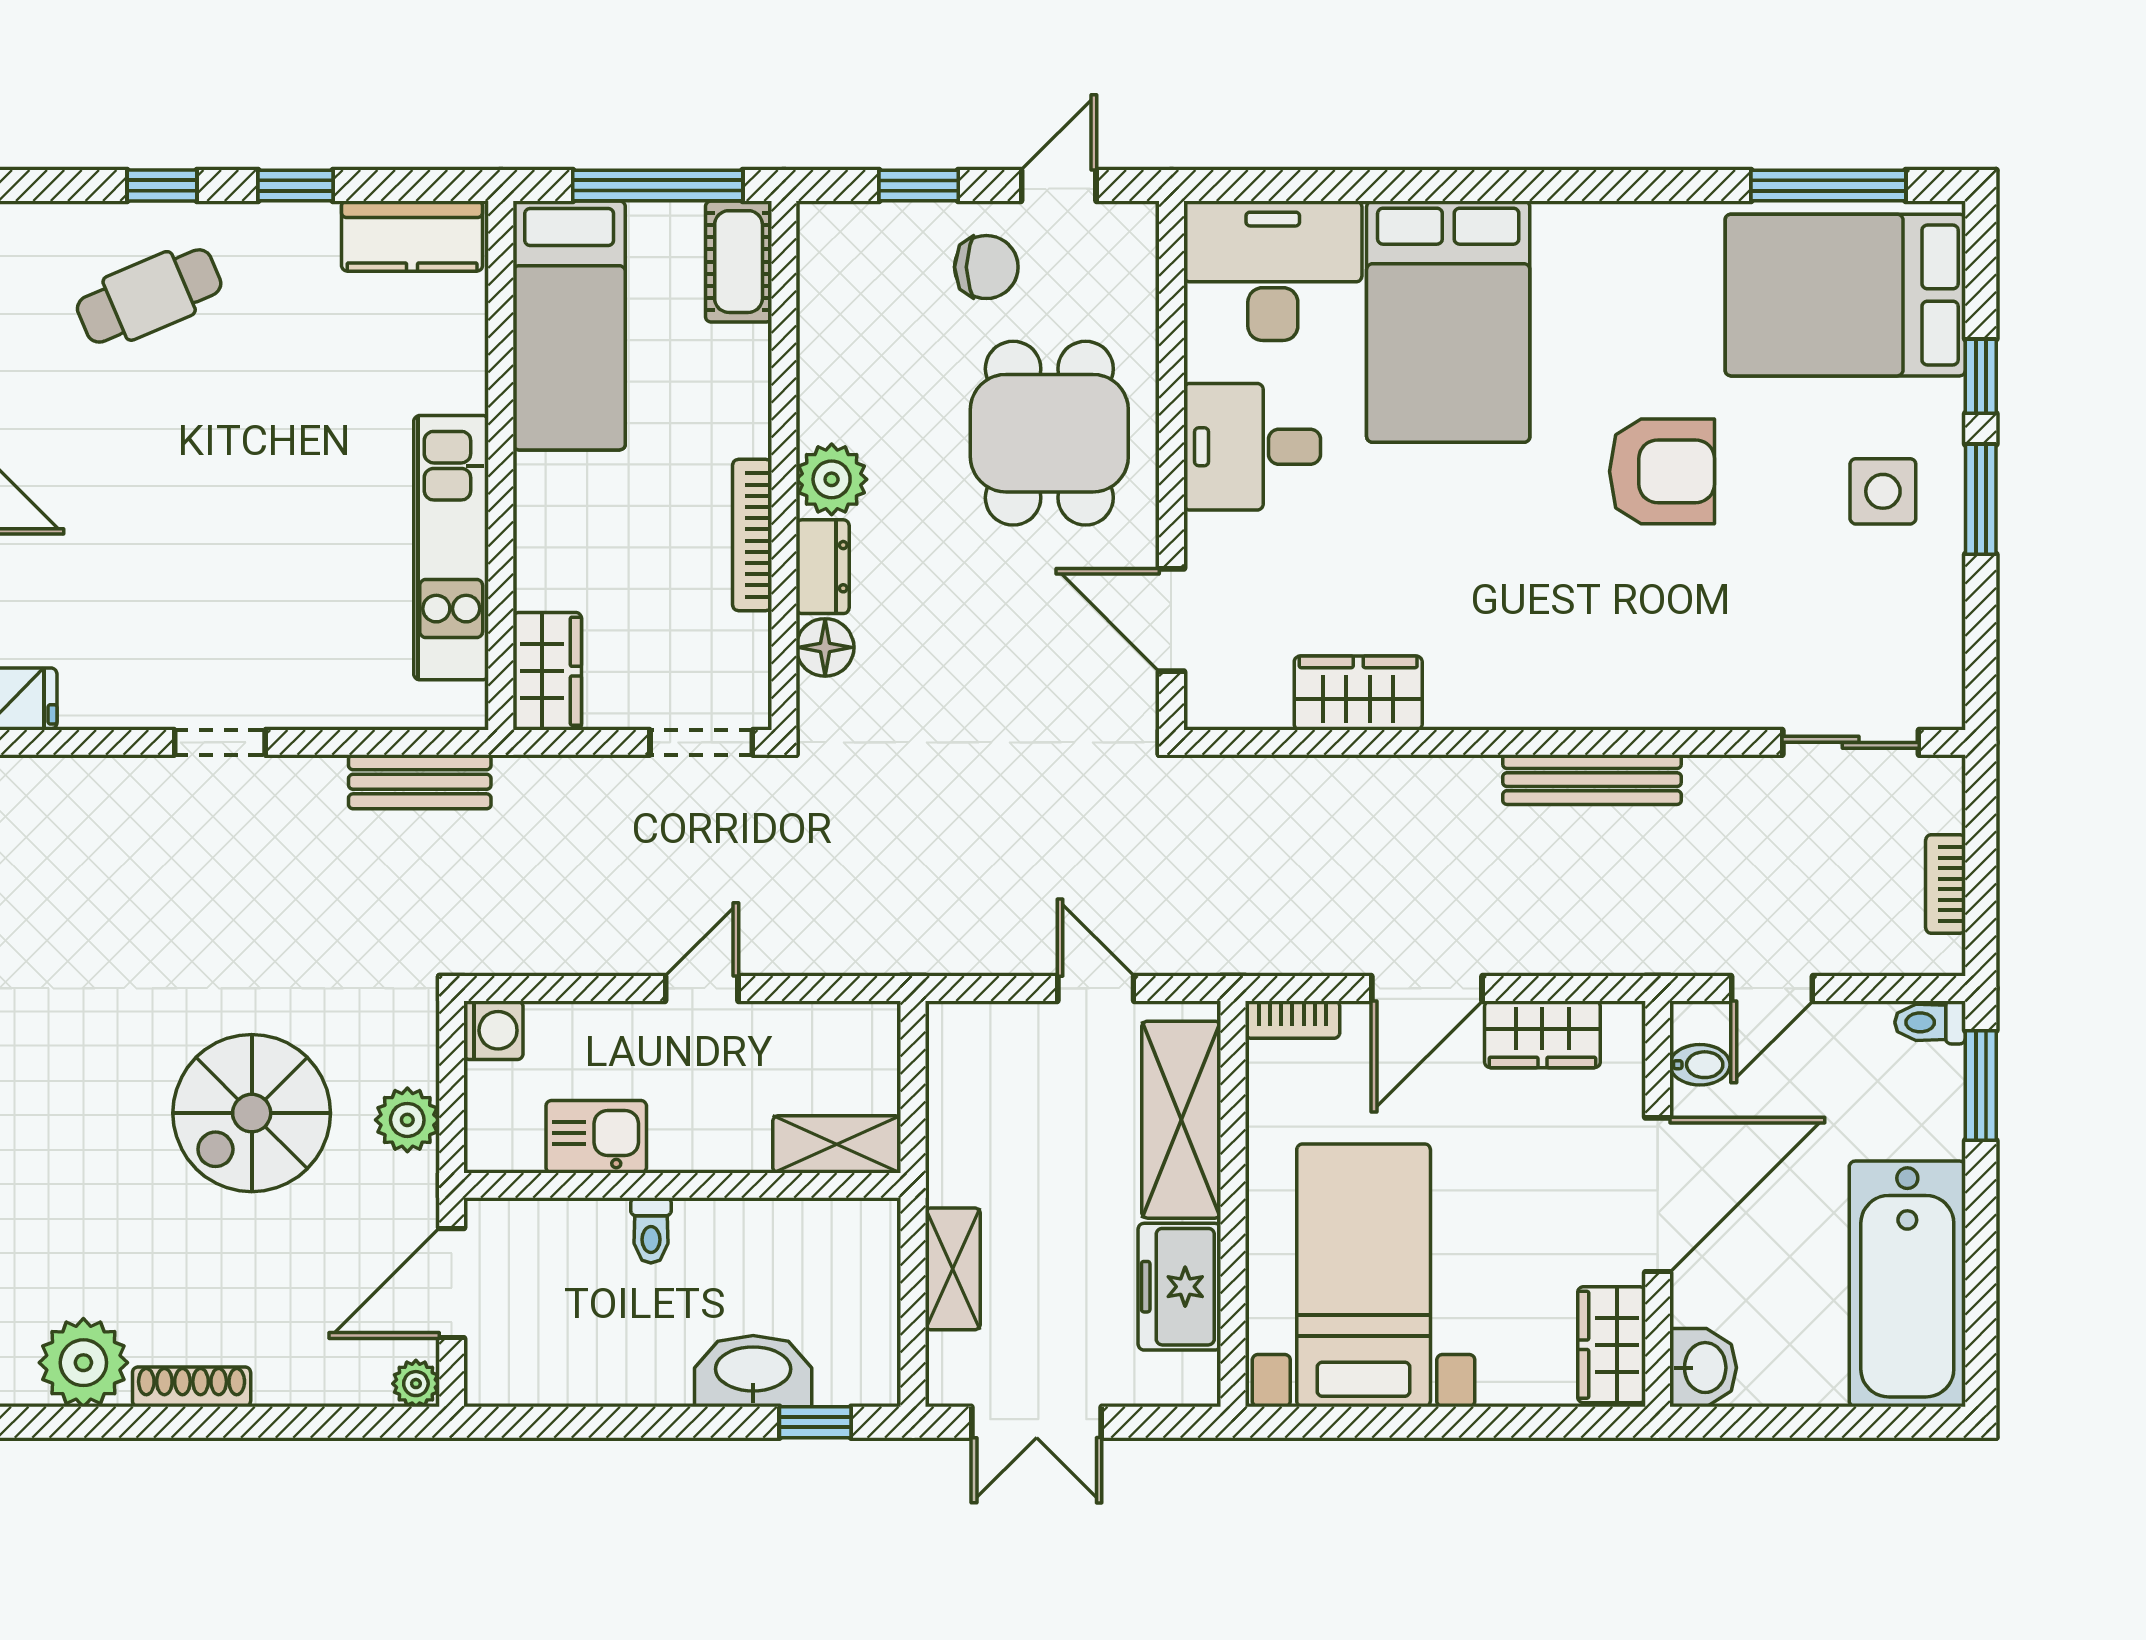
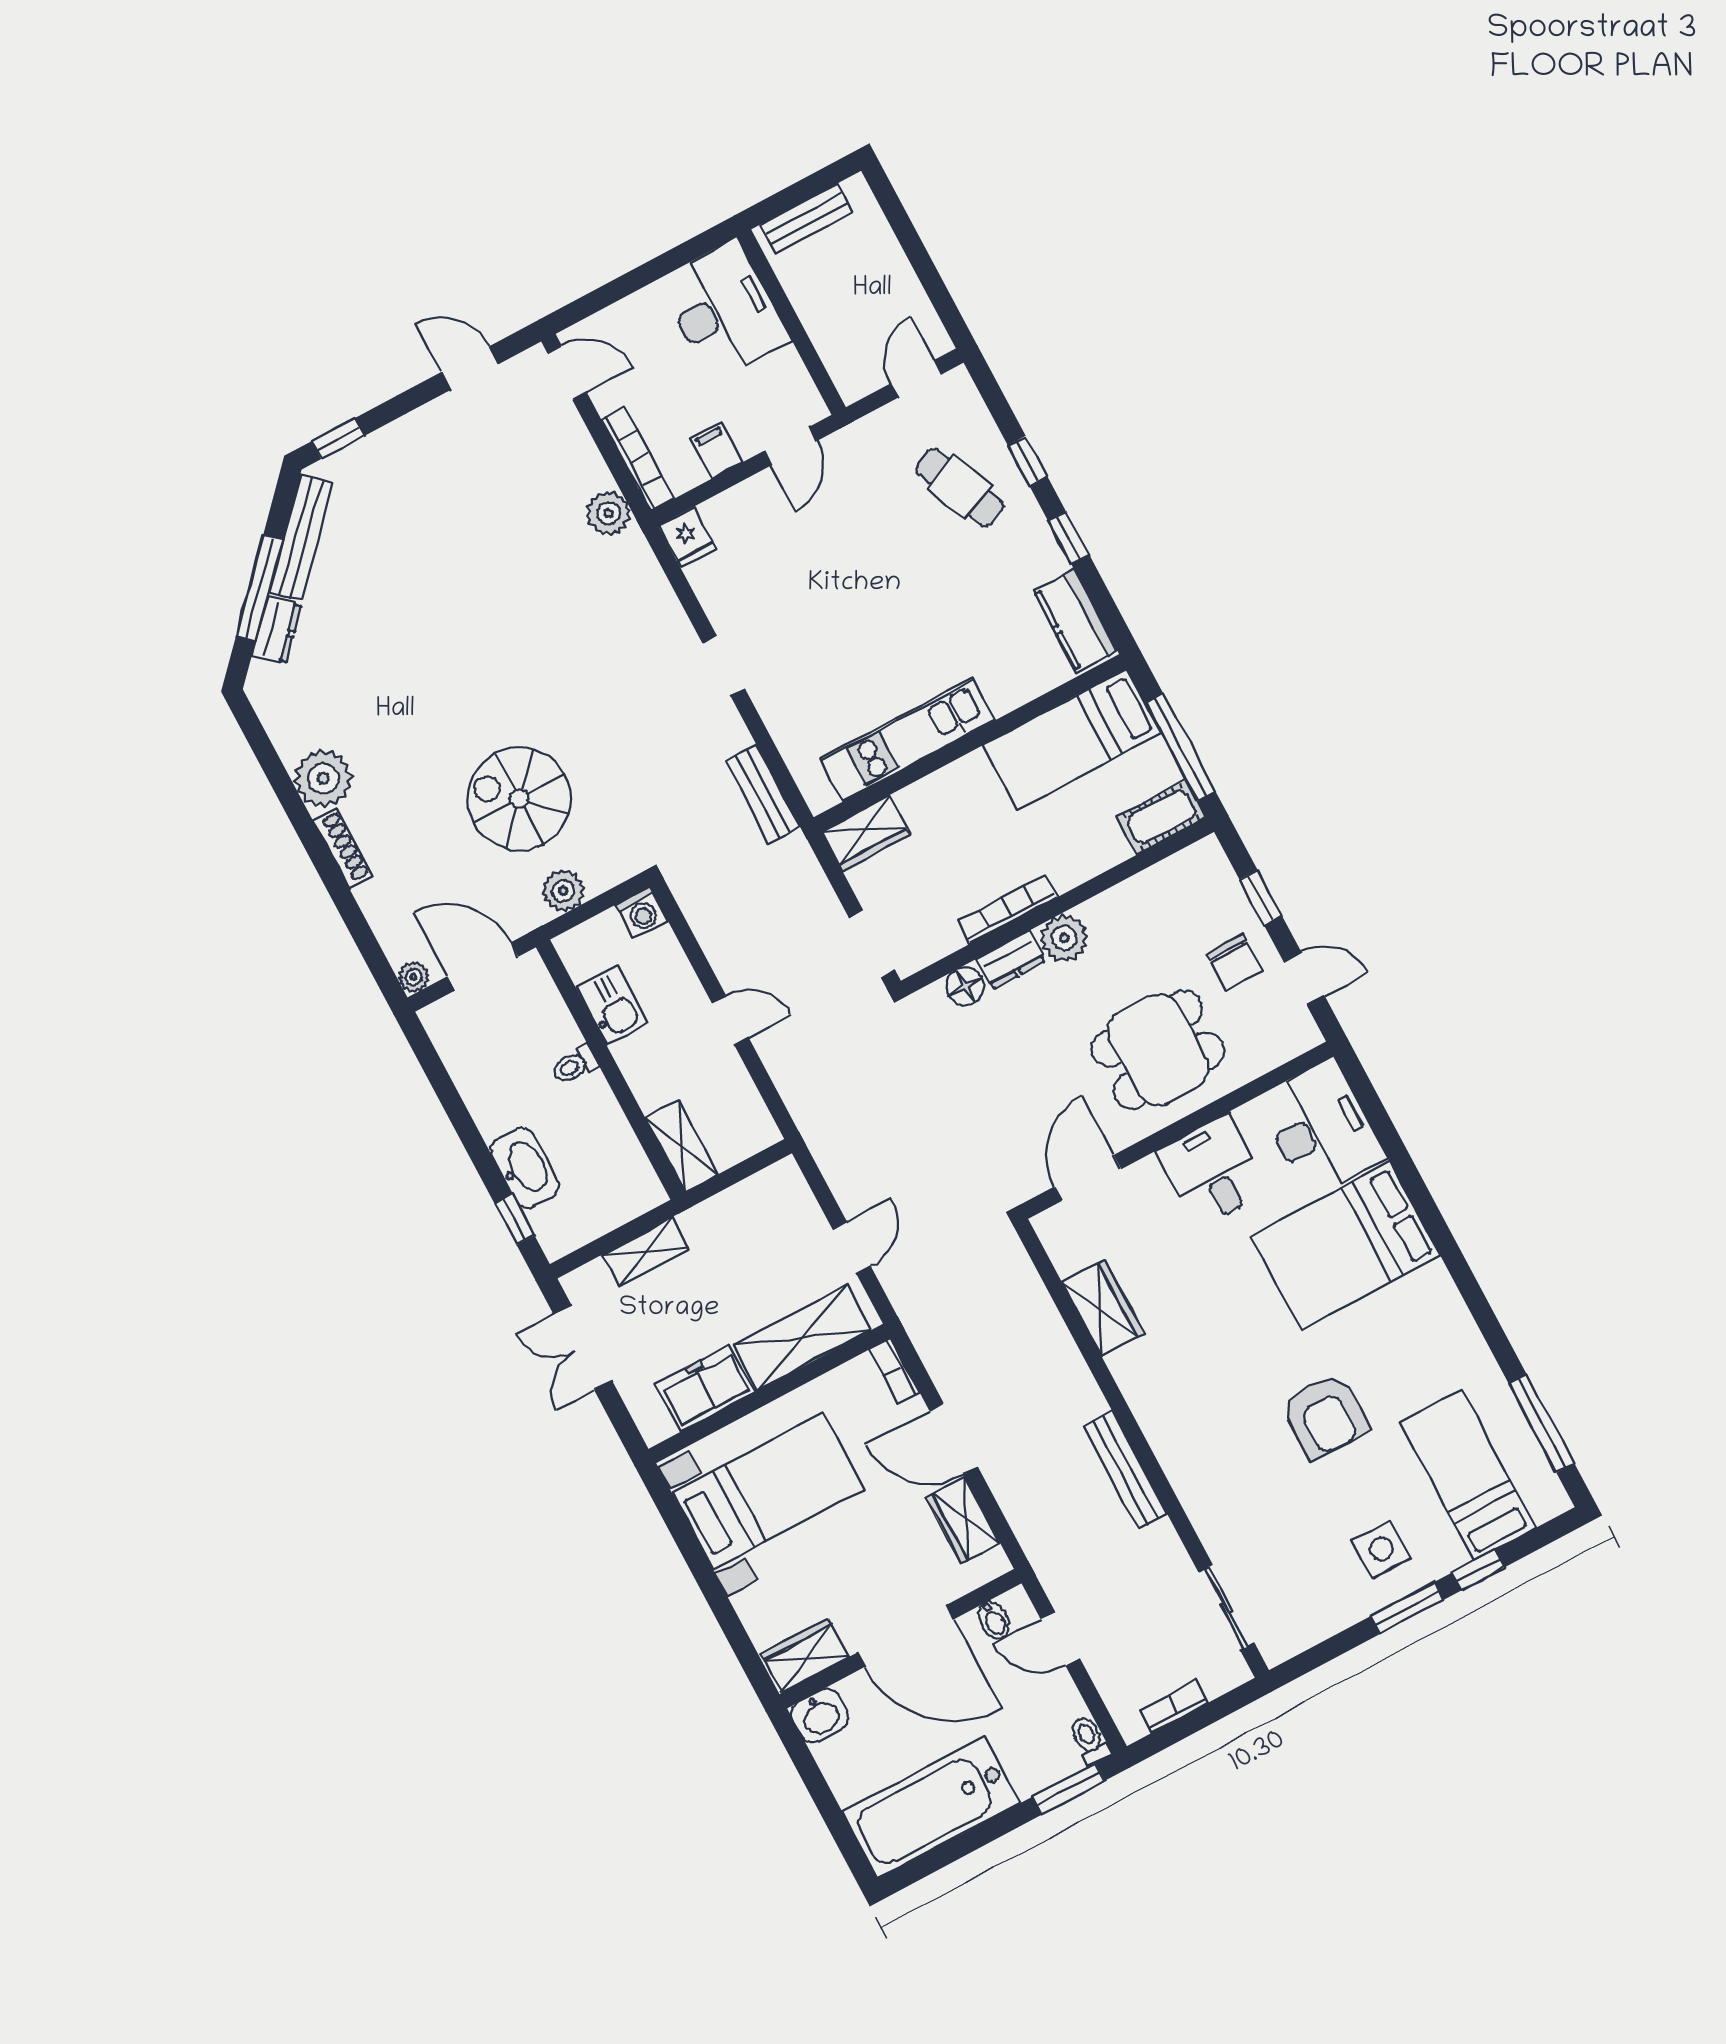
bed: (1845, 295) -> (1468, 1475), width x0.67

